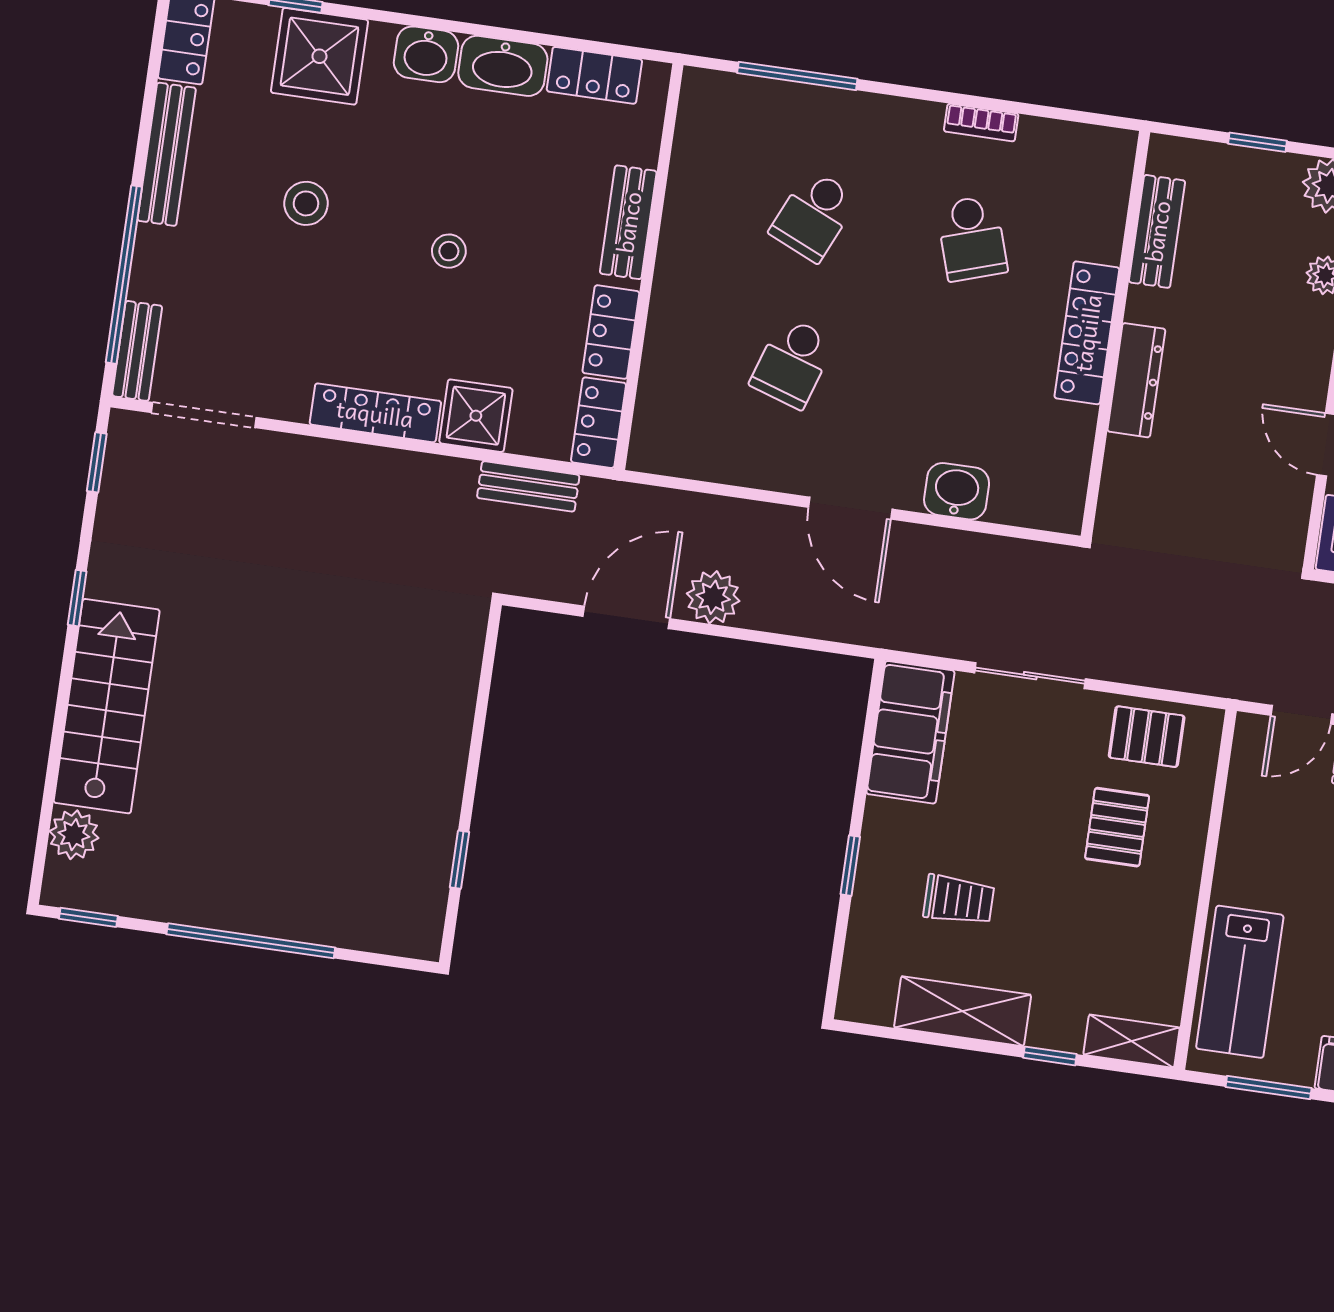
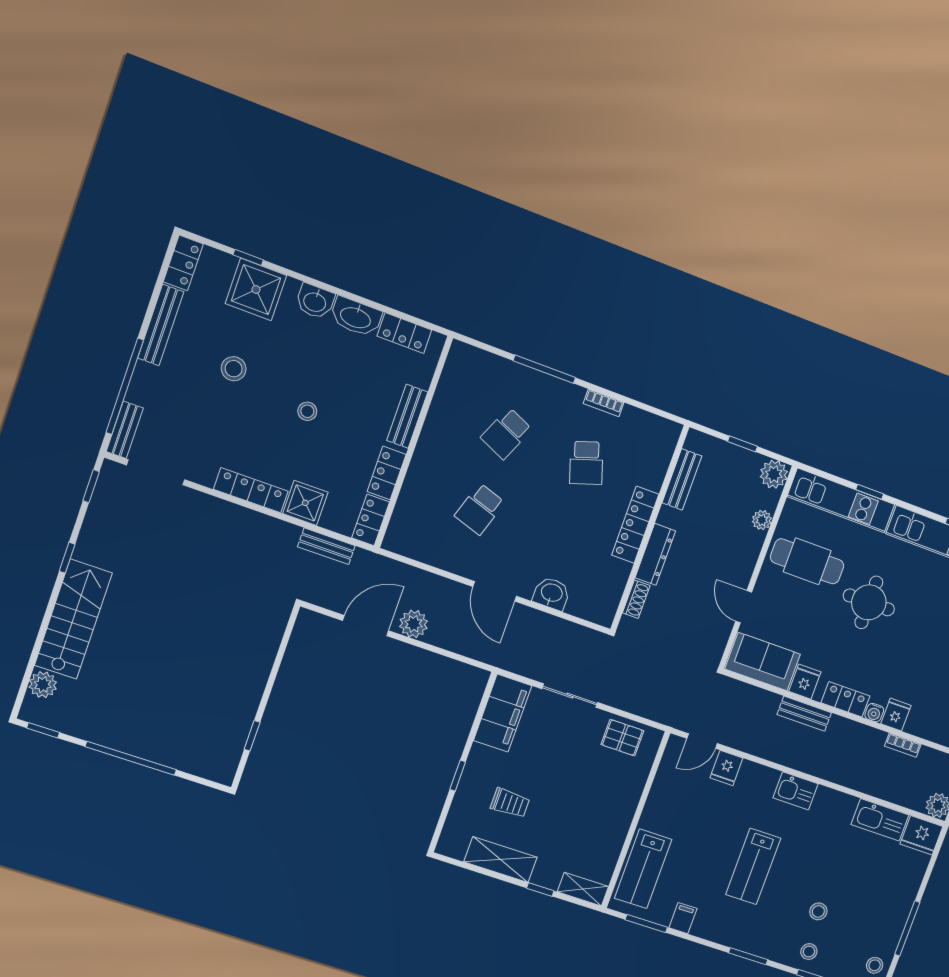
window: (797, 76) -> (544, 369), moved
shoe rack: (1118, 471) -> (636, 599), added
pallet: (1117, 827) -> (598, 781), removed

